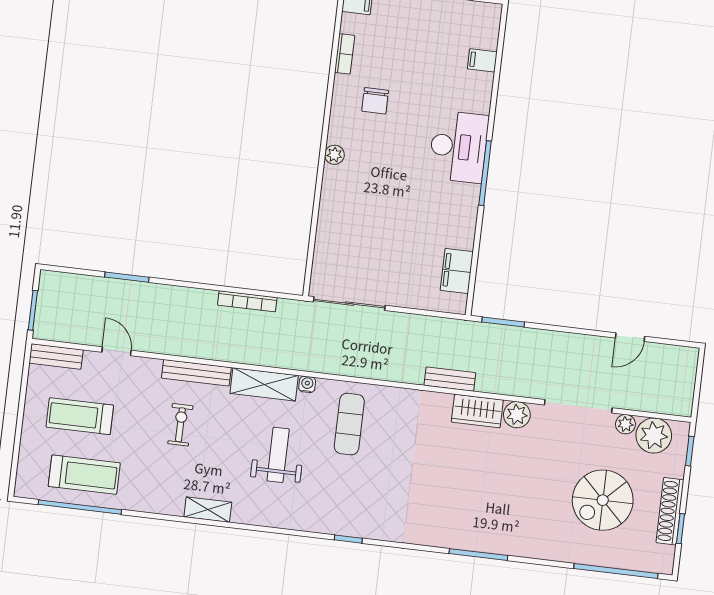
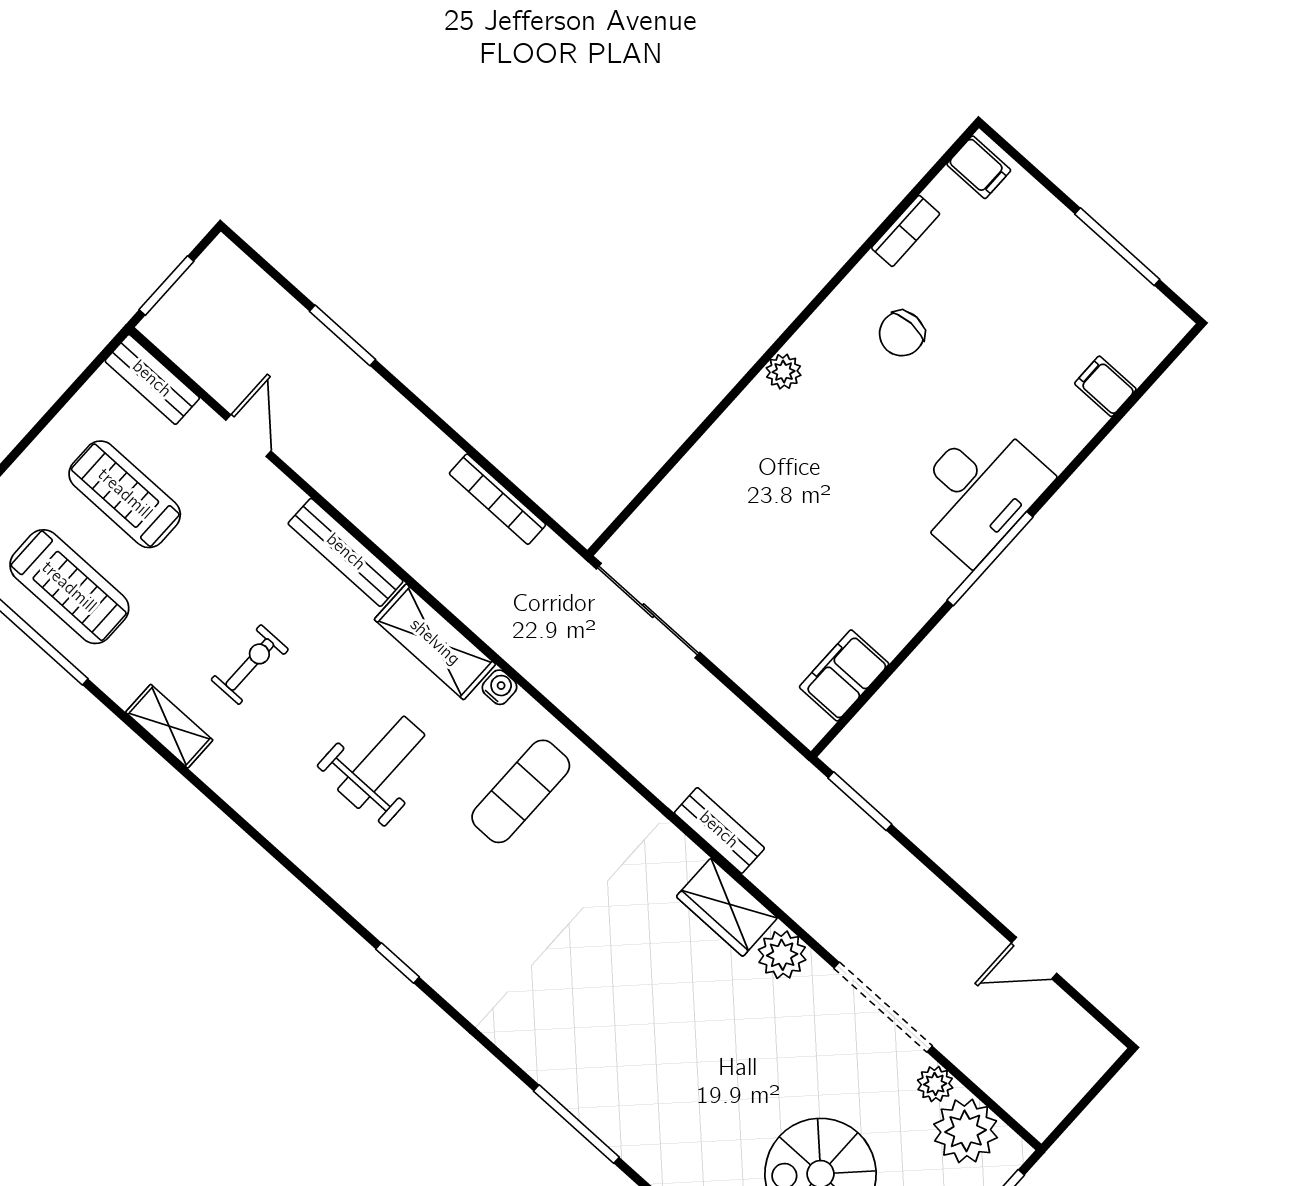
exercise bike: (180, 425) -> (250, 665), moved
shelving: (208, 510) -> (169, 726), moved

